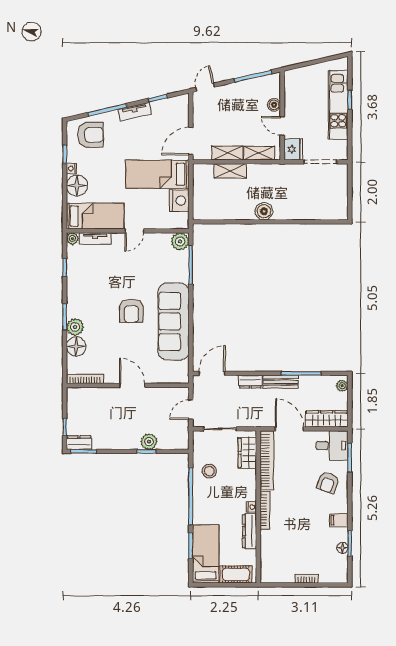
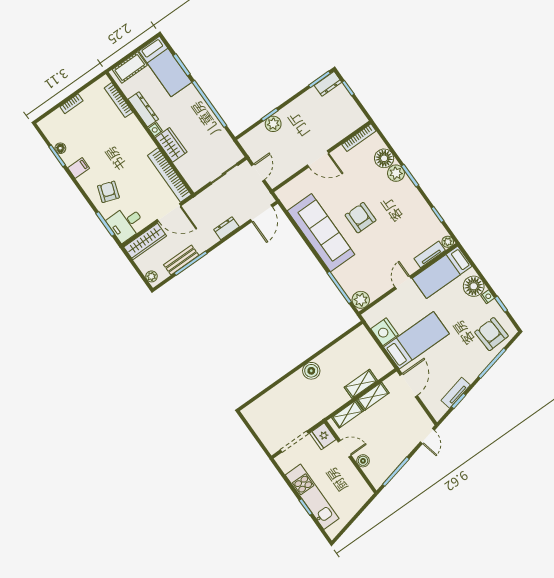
tv unit: (135, 112) -> (456, 393), moved
armchair: (91, 135) -> (491, 334), turned 87
bench: (281, 382) -> (181, 260), moved
wardrobe: (247, 453) -> (171, 145), moved
stool: (209, 471) -> (209, 134), removed
bookcase: (265, 510) -> (118, 100), moved

